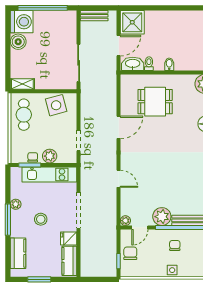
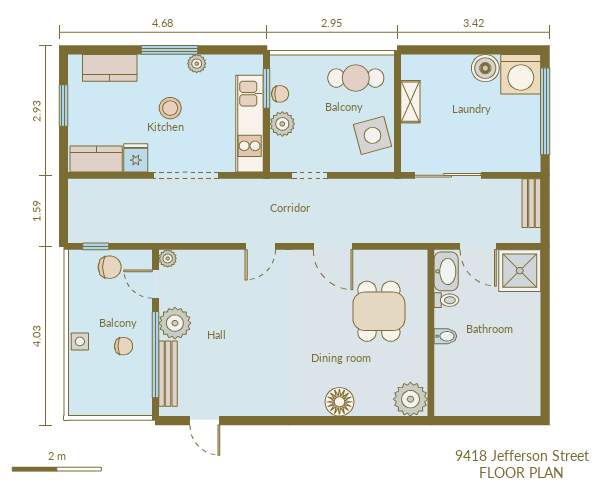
shelving: (22, 84) -> (410, 102), moved
door: (119, 179) -> (260, 246), moved

